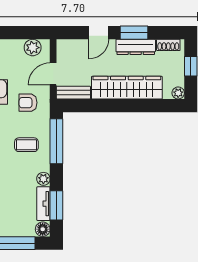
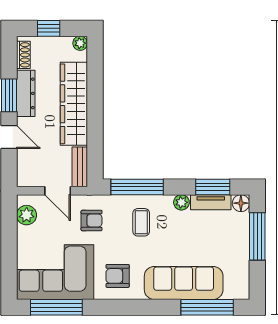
armchair: (28, 103) -> (92, 220), turned -90

